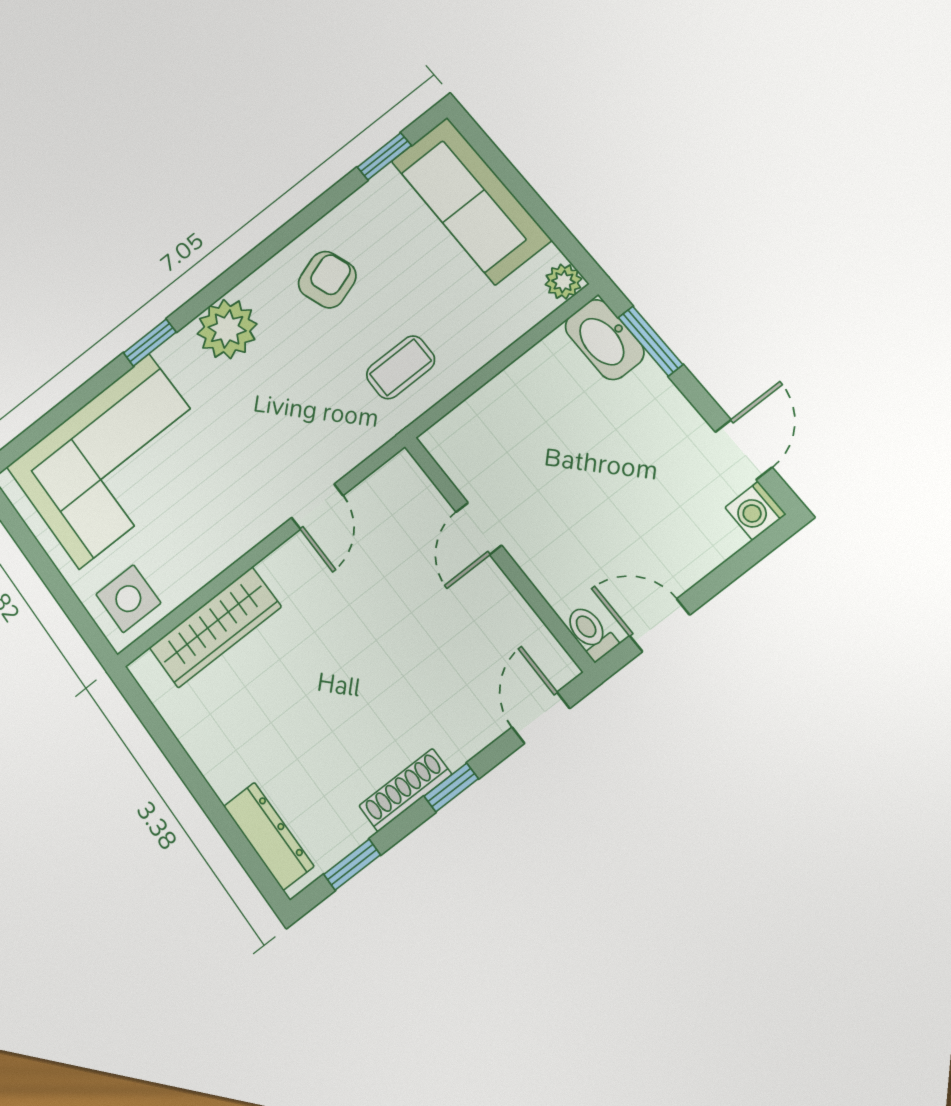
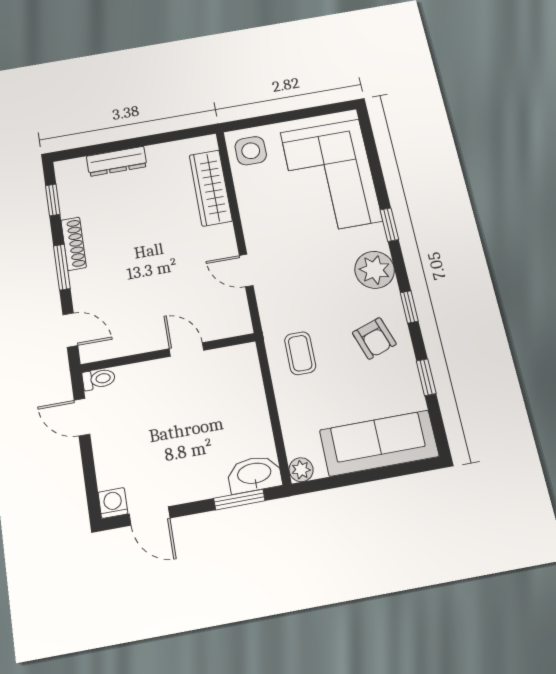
window: (384, 156) -> (426, 377), moved
window: (258, 256) -> (409, 307), added
door: (660, 625) -> (82, 417), swing flipped
window: (451, 787) -> (62, 267), width x1.50
dresser: (269, 836) -> (117, 161), moved

